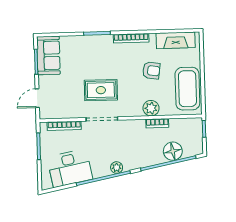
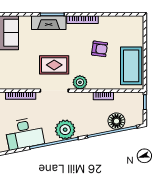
fireplace: (176, 40) -> (49, 23), moved
plant: (151, 108) -> (80, 82), moved
plant: (117, 168) -> (65, 130), width x1.87, depth x1.87

